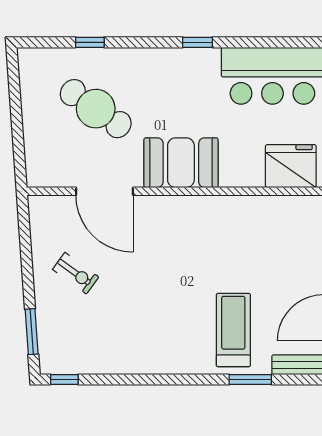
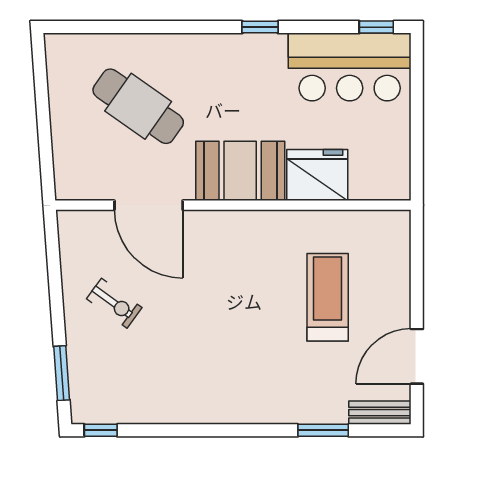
window: (90, 42) -> (376, 27), moved
fridge: (291, 166) -> (317, 175), moved
treadmill: (233, 330) -> (328, 297), moved

